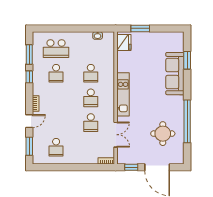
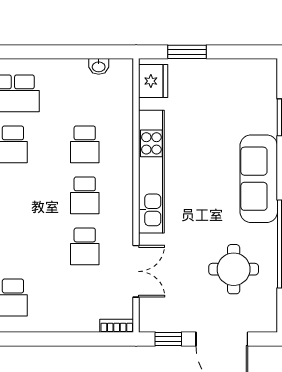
sofa: (175, 74) -> (259, 179), moved
kitchen unit: (123, 94) -> (151, 172), width x1.36

